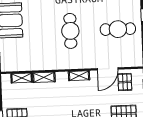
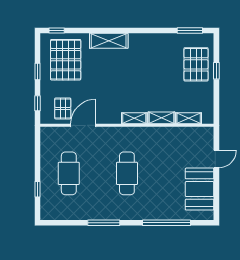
cafe table: (118, 29) -> (69, 173), turned 90
shelving: (79, 76) -> (134, 118), moved

